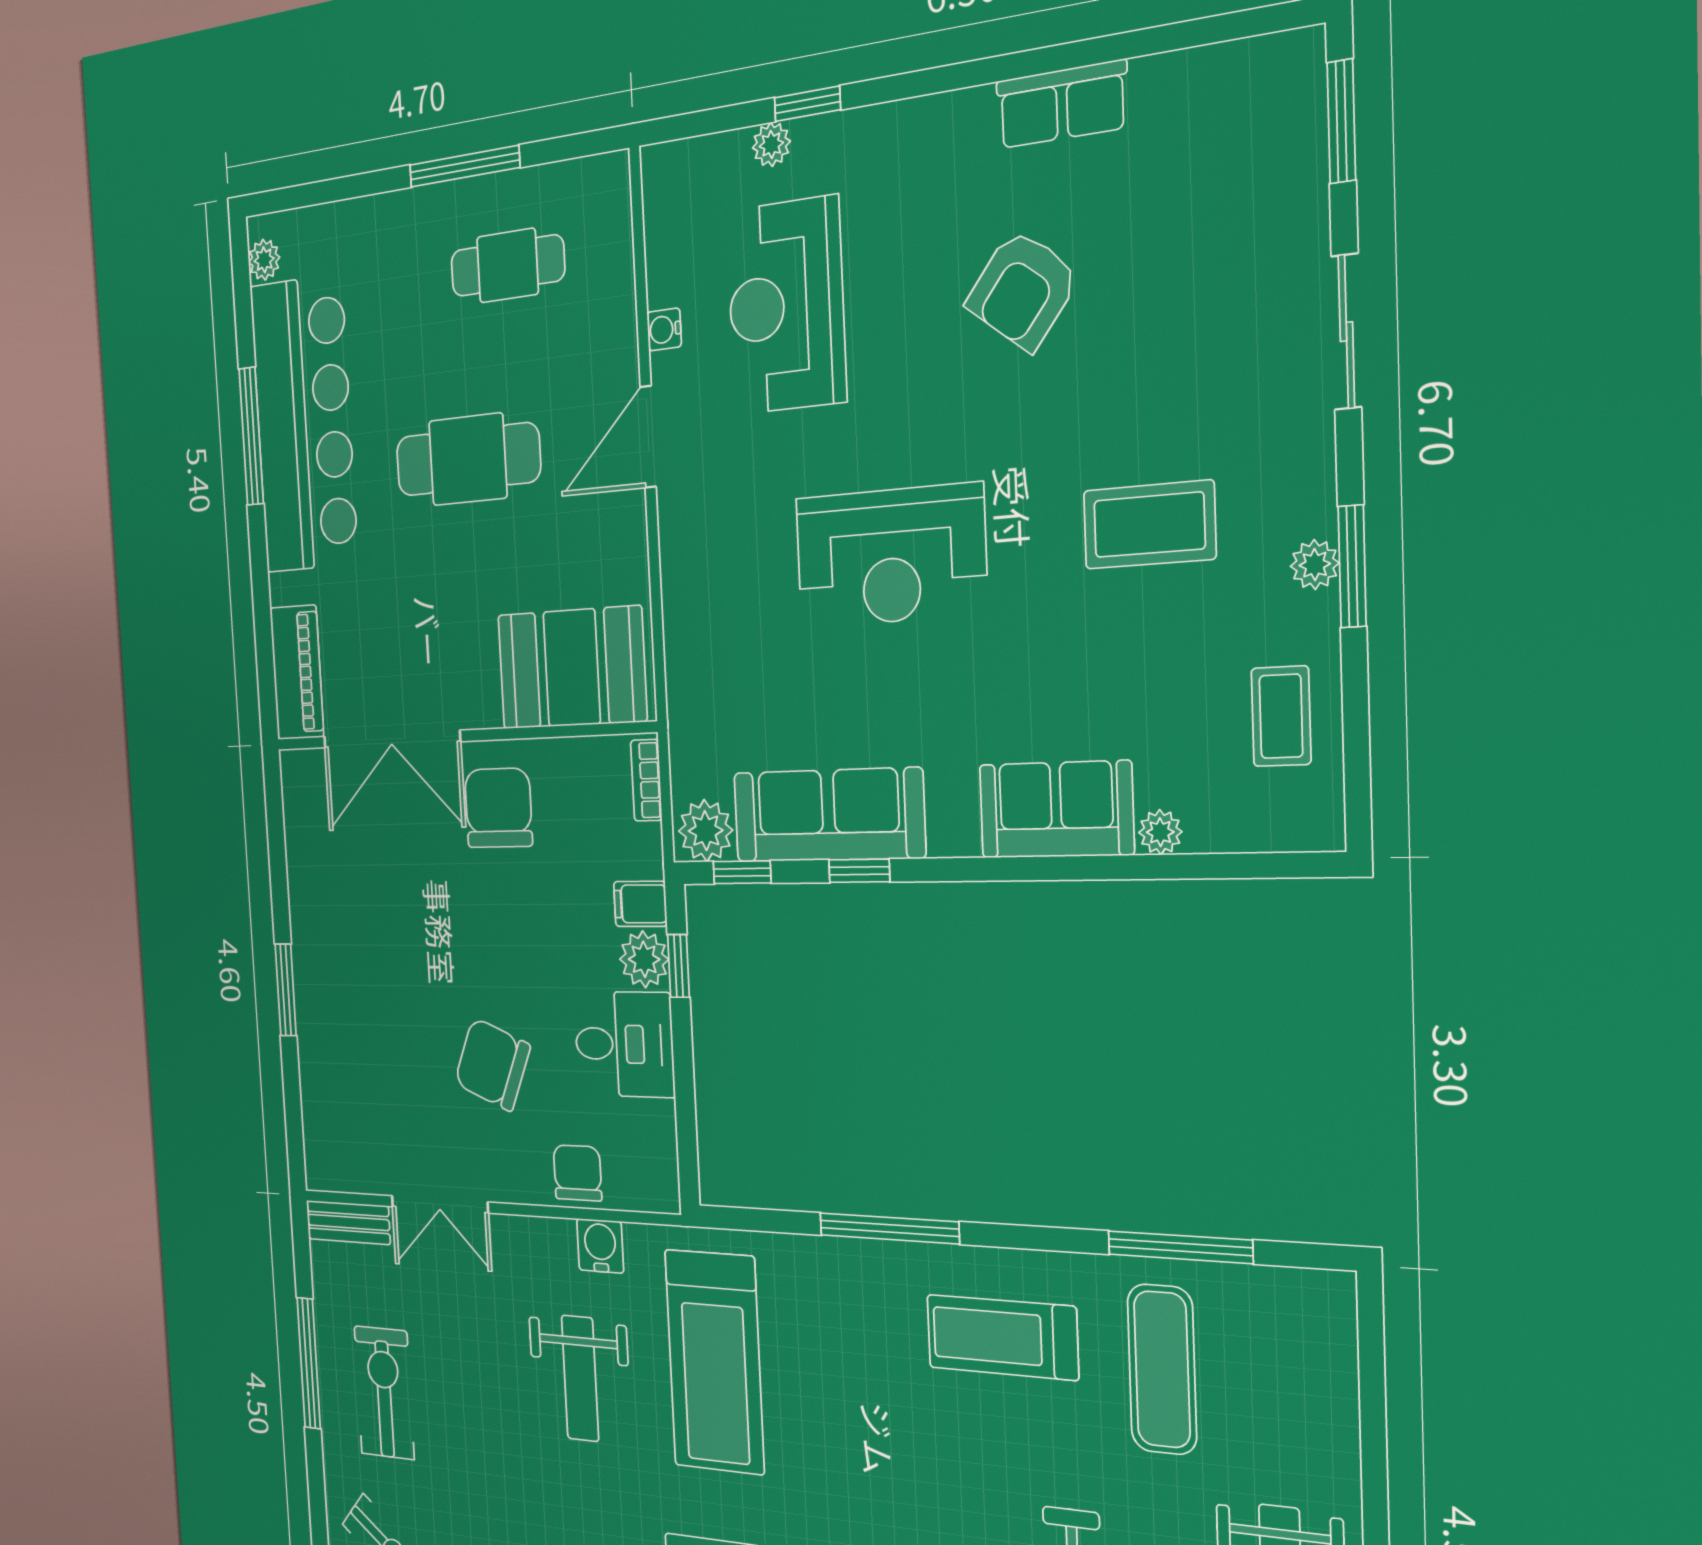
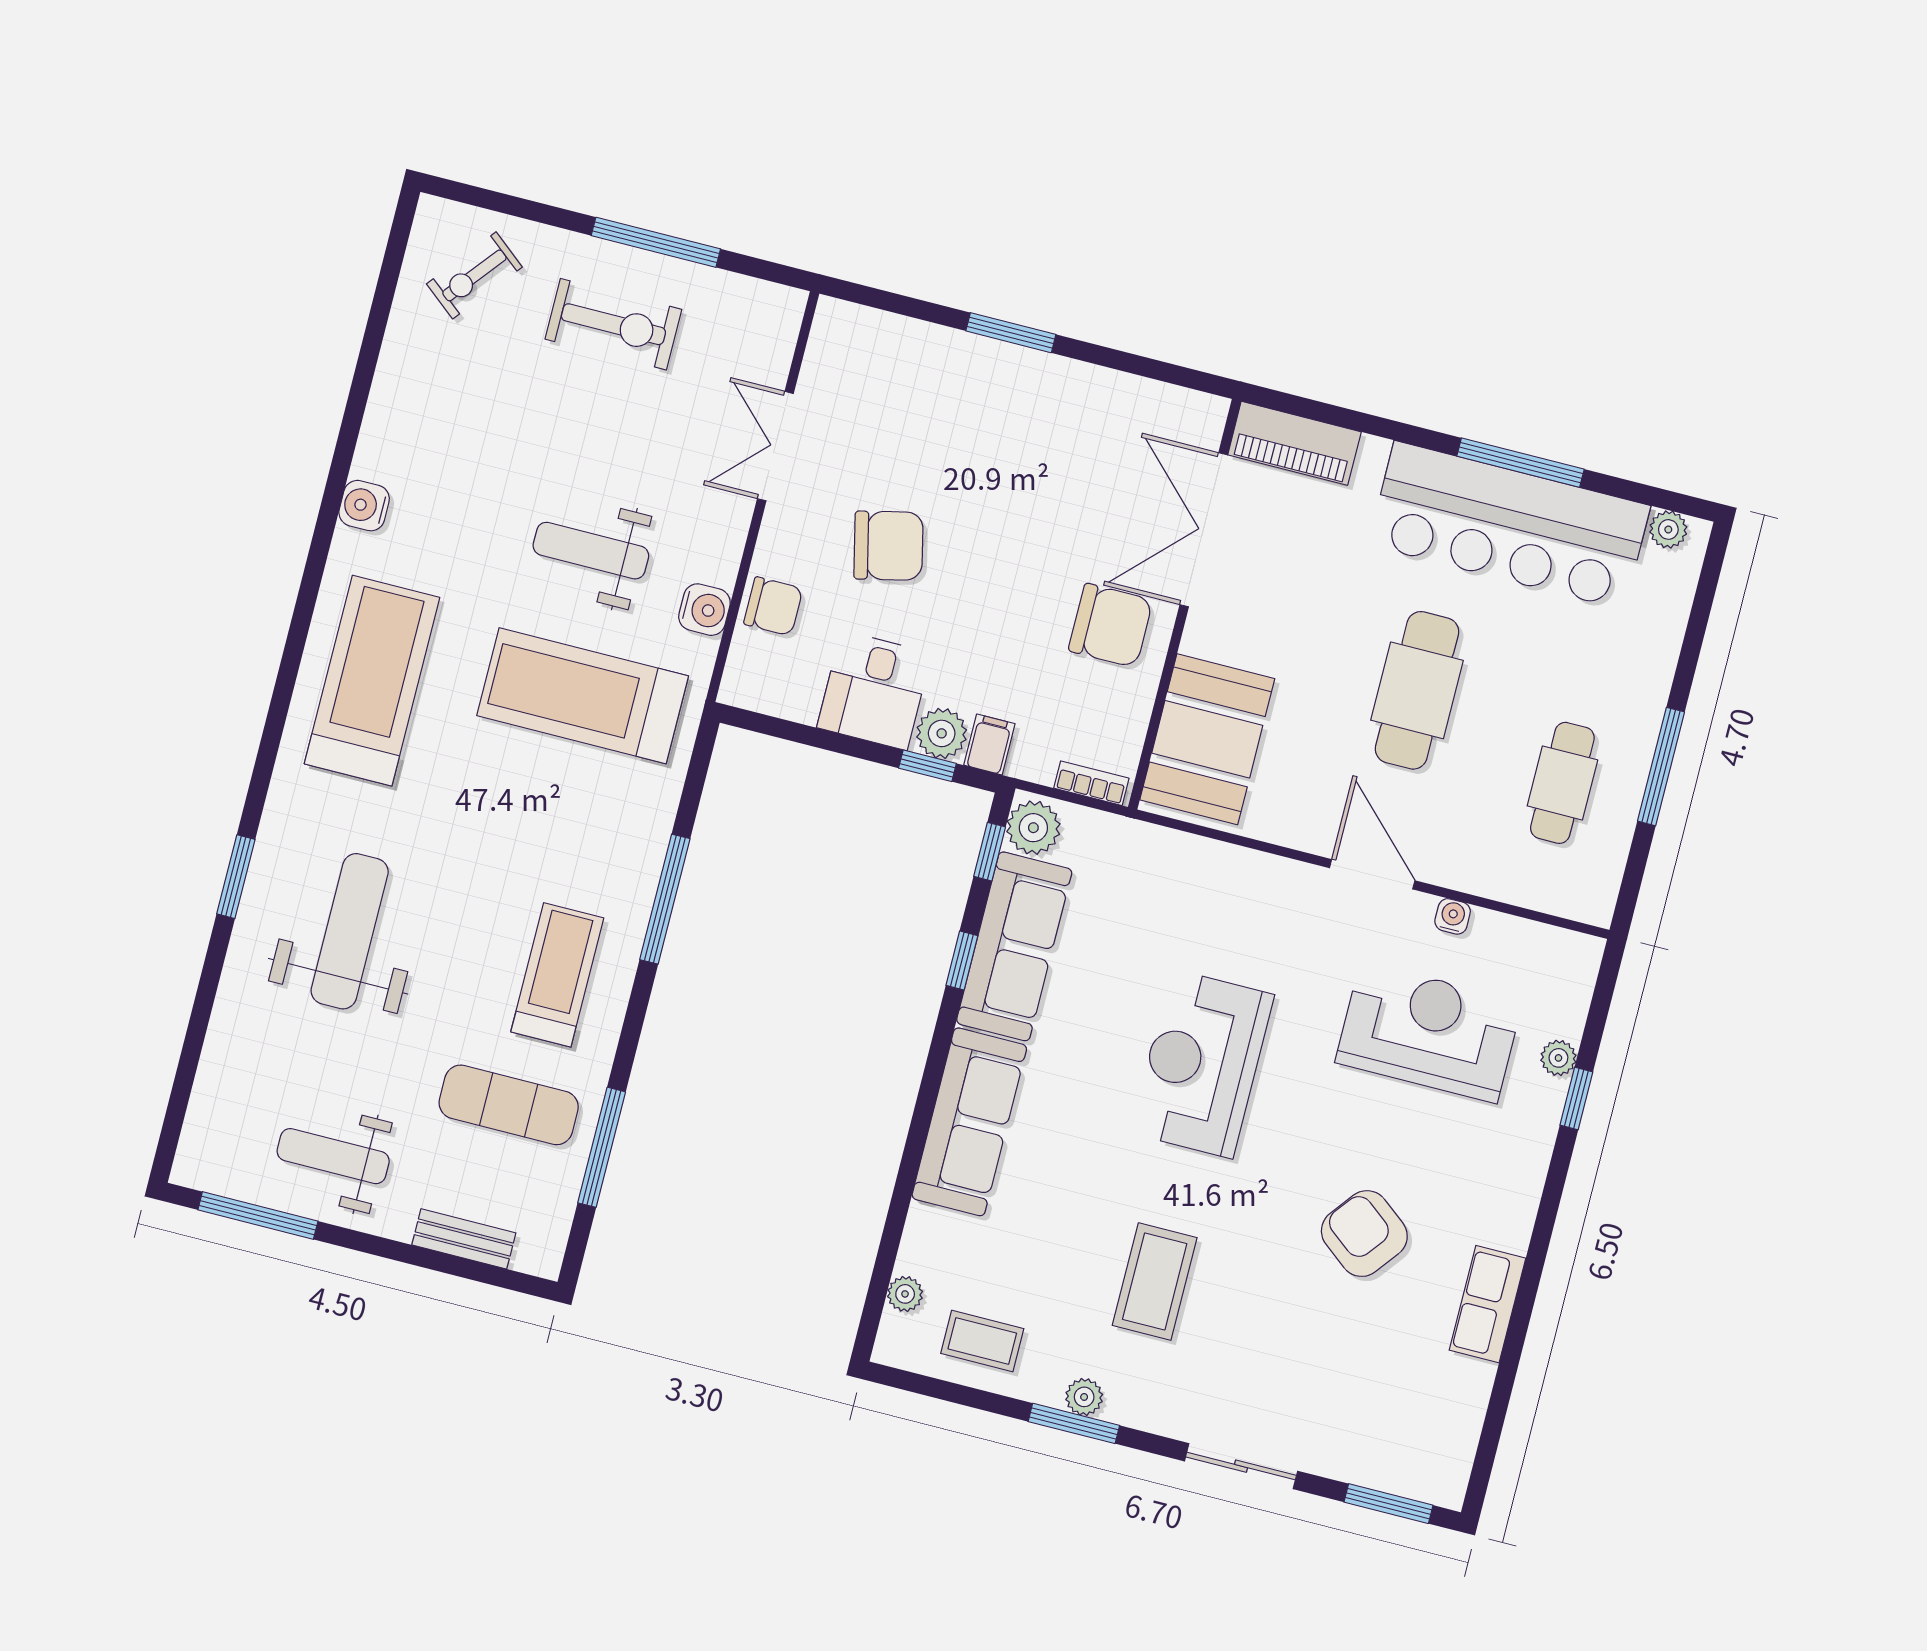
sofa: (1056, 810) -> (969, 1122), width x1.36
plant: (1160, 832) -> (905, 1294), moved
chair: (492, 1064) -> (888, 546), turned 55
bench: (348, 1222) -> (464, 1239), moved, turned 90

